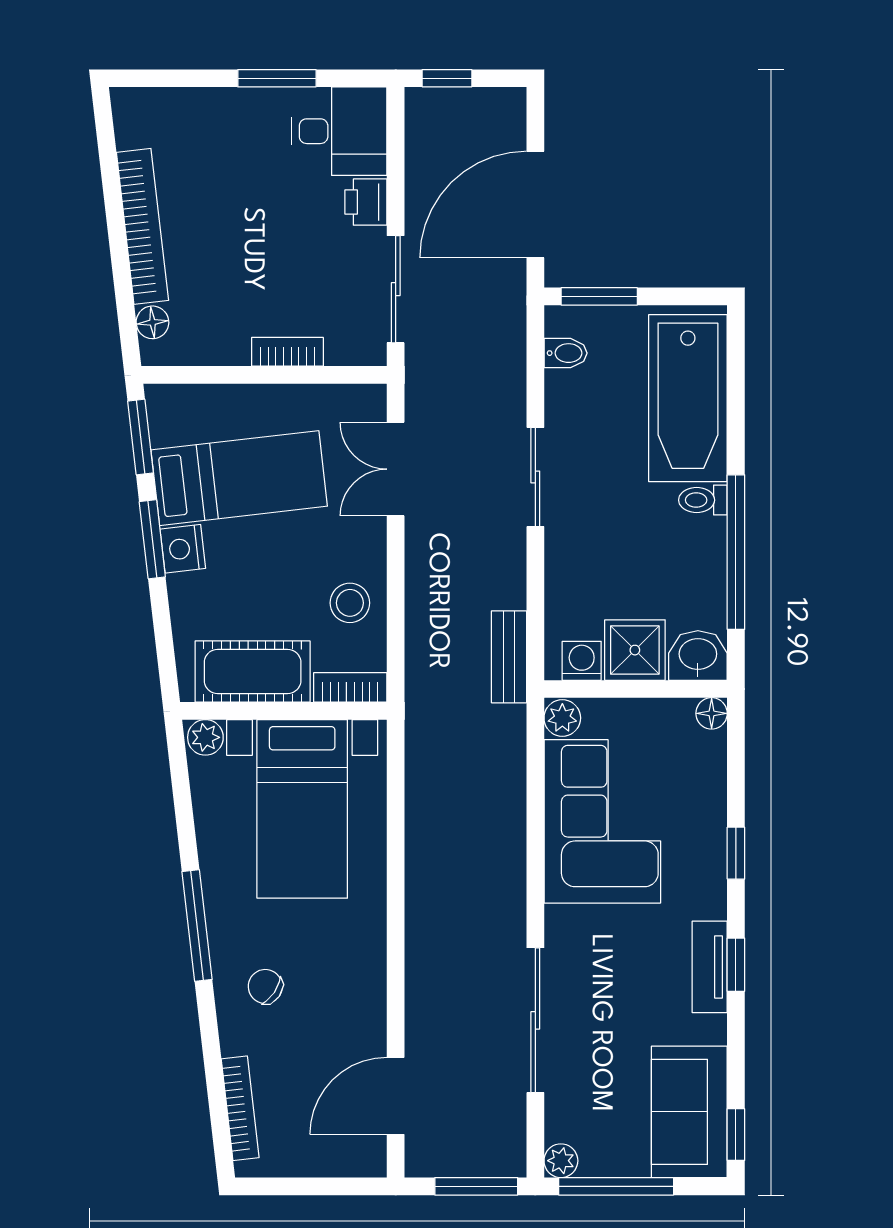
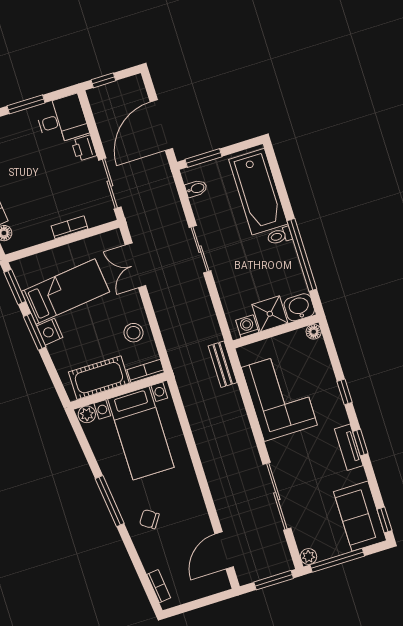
bench: (509, 657) -> (223, 364), moved
plant: (562, 718) -> (246, 355), removed
bookcase: (240, 1108) -> (159, 586), width x0.64

